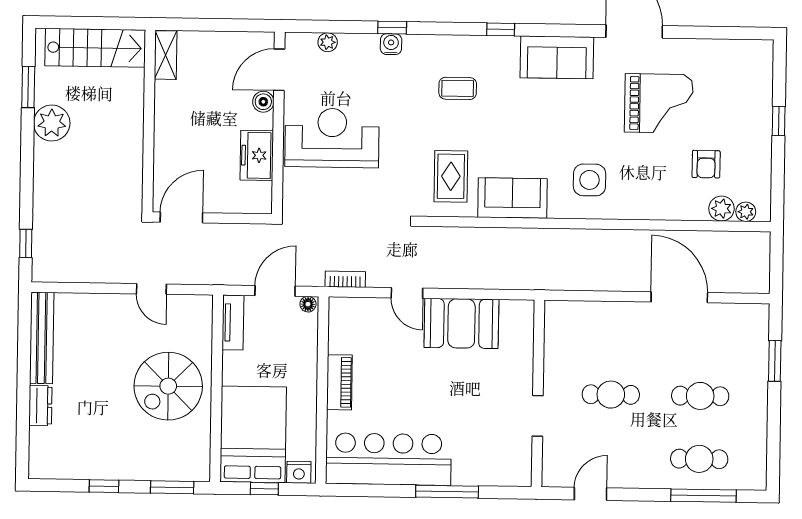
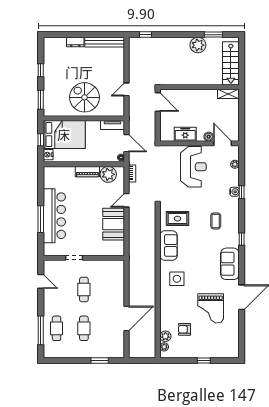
plant: (346, 334) -> (108, 174), added
bar counter: (388, 459) -> (54, 216), moved

